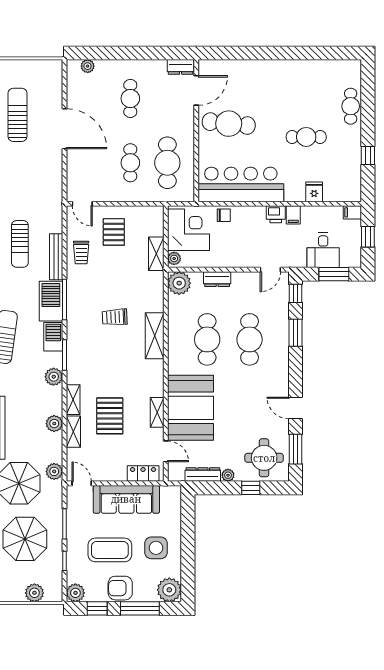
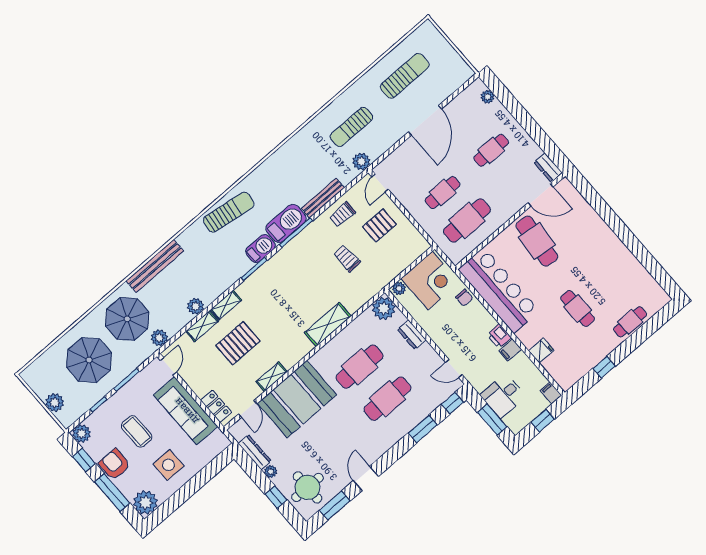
sun lounger: (20, 244) -> (351, 127), moved
shelving: (156, 254) -> (391, 272), removed
trolley: (115, 317) -> (347, 258), moved
plant: (54, 377) -> (361, 162), moved
coffee table: (110, 550) -> (137, 431), width x0.73, depth x0.76

